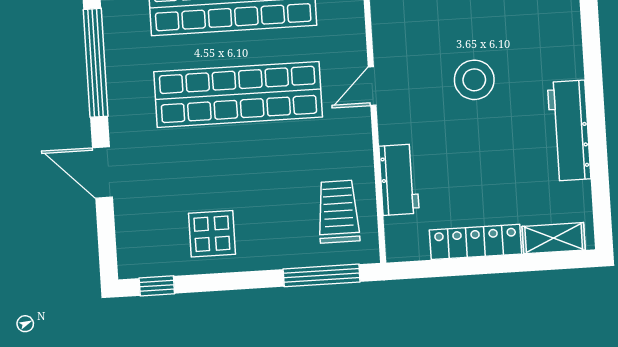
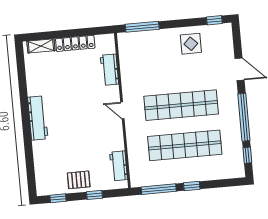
stool: (474, 80) -> (78, 114), removed
door: (372, 86) -> (122, 110), swing flipped
workbench: (569, 131) -> (38, 118), moved
trolley: (338, 212) -> (136, 55), removed

